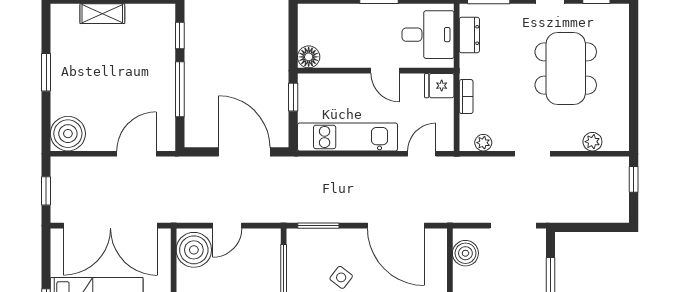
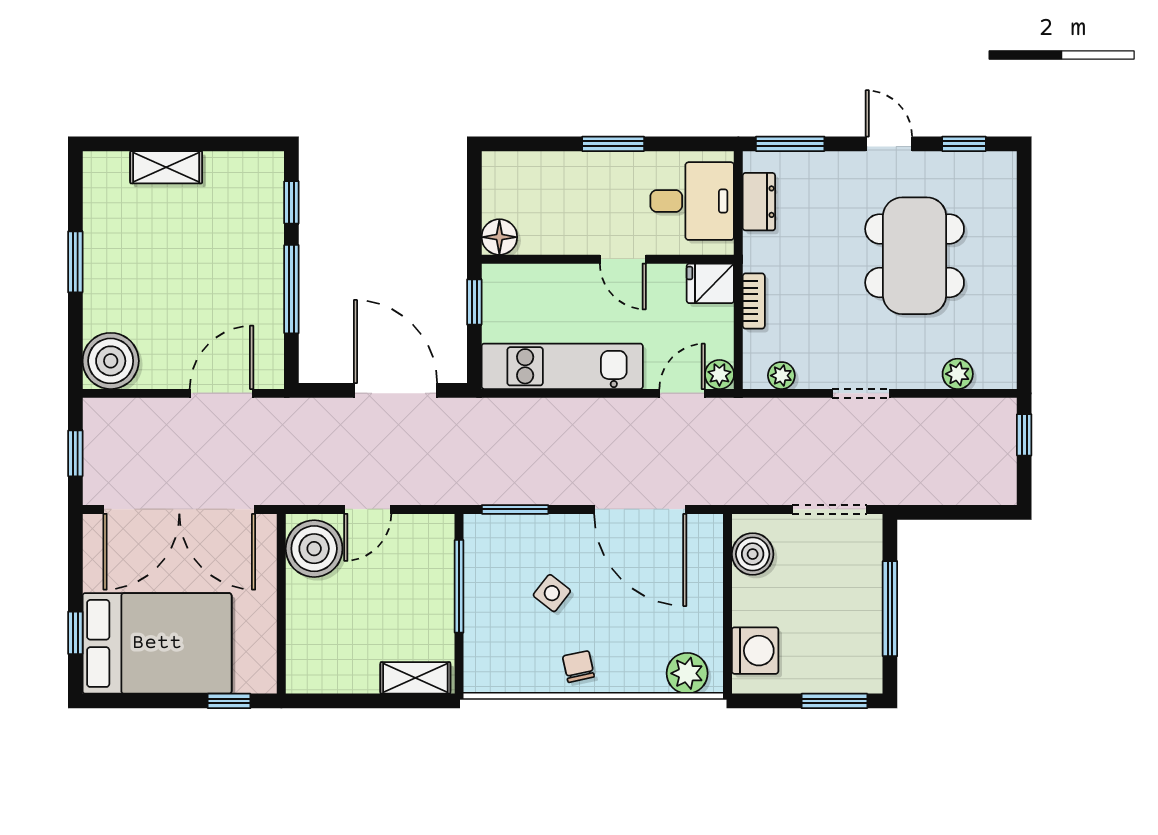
plant: (445, 142) -> (719, 374), added

